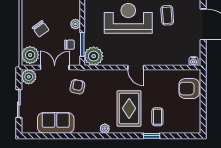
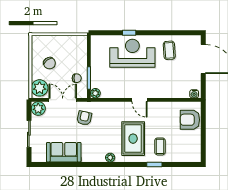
plant: (75, 24) -> (82, 59), removed
plant: (94, 56) -> (95, 93), width x0.53, depth x0.53

